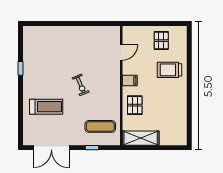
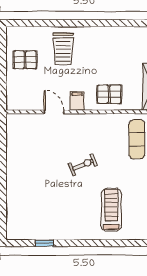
door: (121, 52) -> (54, 112), moved
window: (21, 68) -> (44, 243), moved

